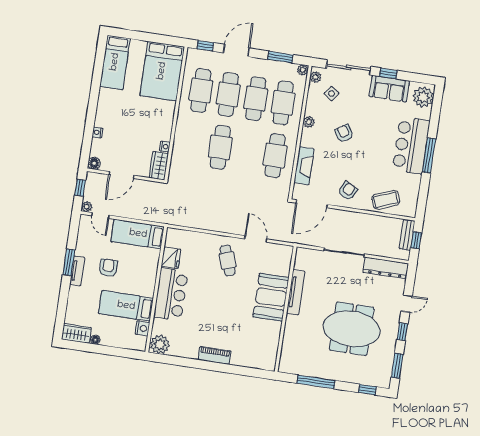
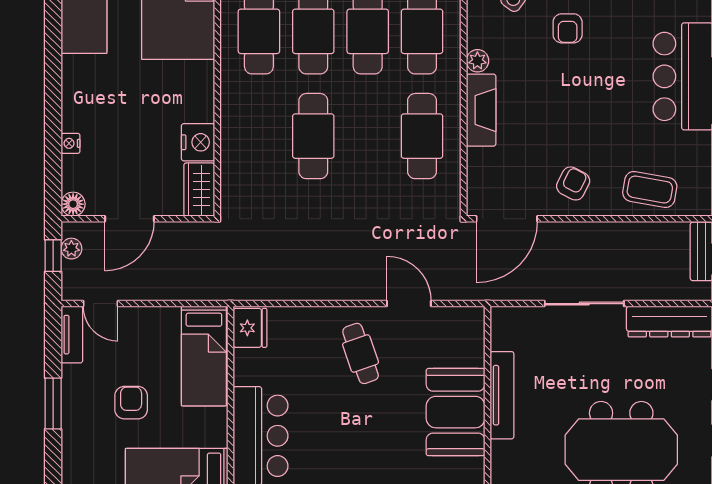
armchair: (344, 133) -> (568, 28), moved, turned -148
nightstand: (165, 147) -> (198, 142), width x1.89, depth x1.79
fireplace: (304, 166) -> (481, 110), moved
coffee table: (386, 200) -> (650, 189), turned 31
plant: (87, 207) -> (71, 249), moved
bed: (138, 234) -> (204, 356), moved, turned -90
fridge: (171, 258) -> (250, 328), moved
tv unit: (77, 271) -> (72, 335), moved

